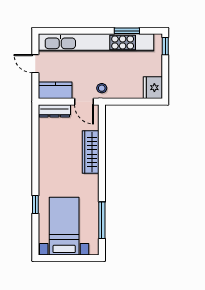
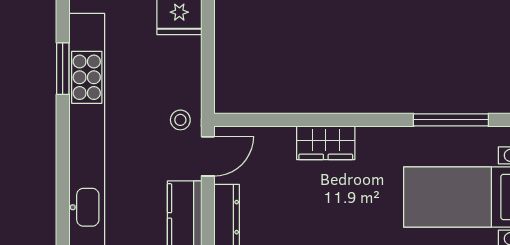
wardrobe: (91, 152) -> (326, 143), width x0.67

